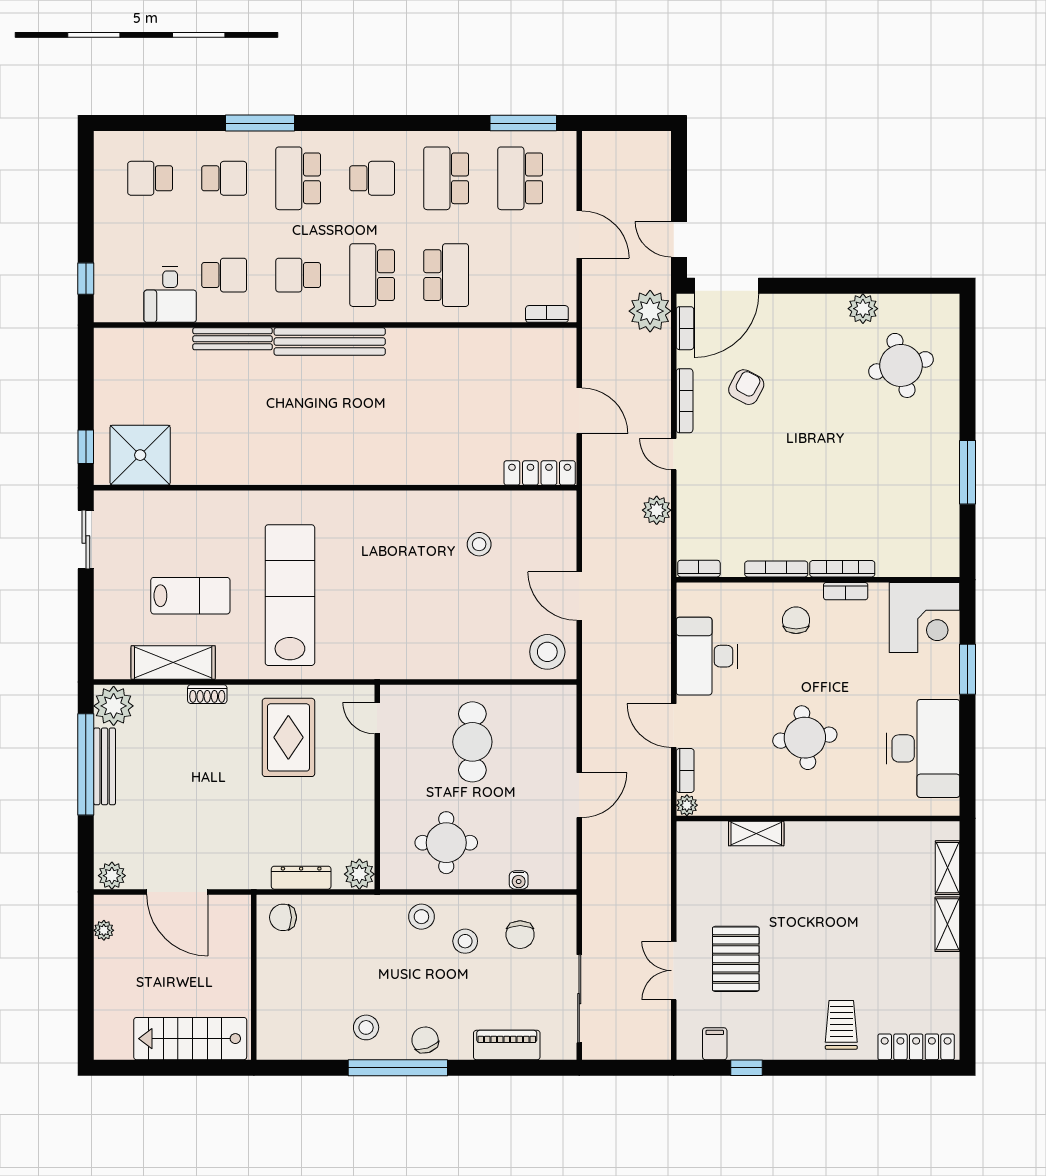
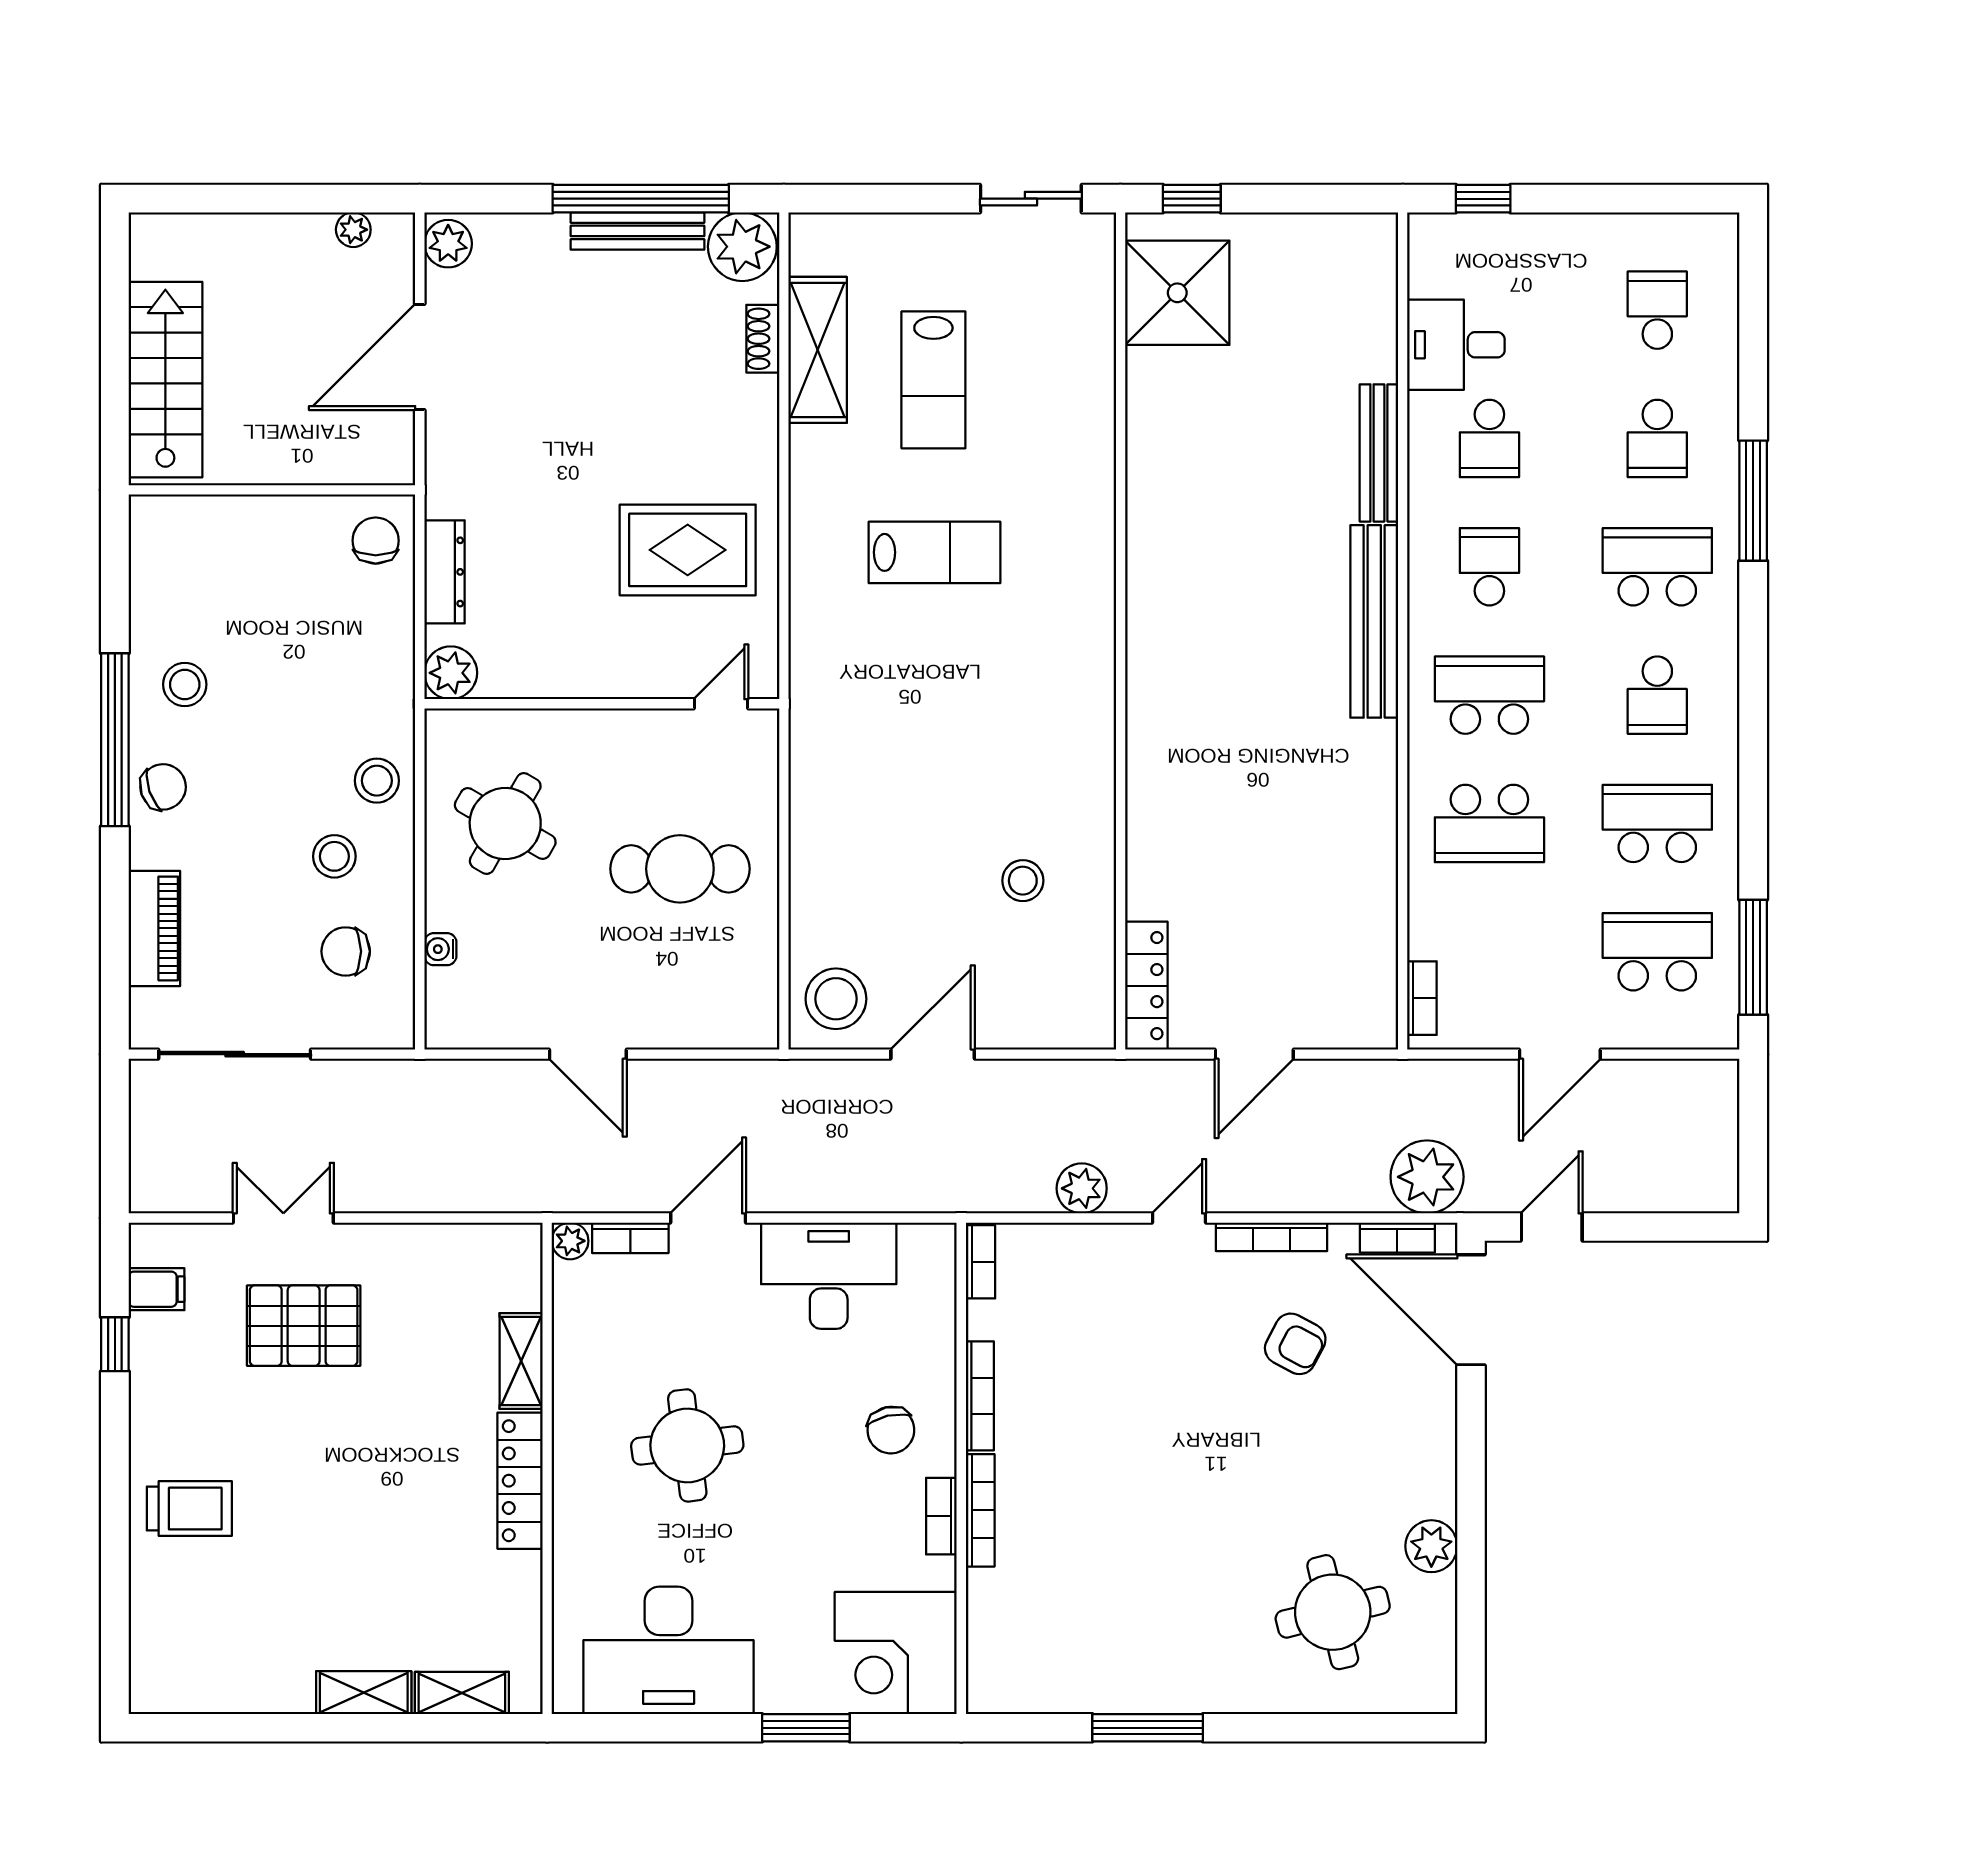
lab bench: (290, 595) -> (935, 552), width x0.54, depth x0.72
chair: (796, 620) -> (891, 1430), turned 77
shoe rack: (207, 694) -> (763, 339), moved
round table: (446, 843) -> (505, 824), turned 30
locker: (916, 1047) -> (520, 1481), moved, turned 180

